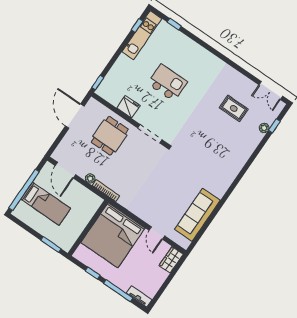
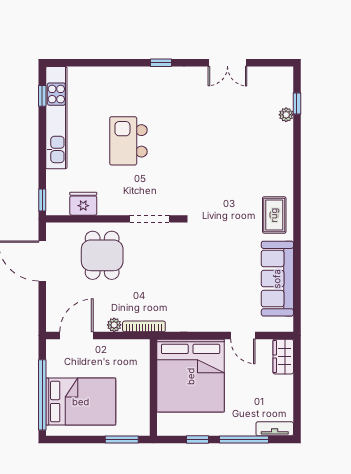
window: (174, 24) -> (161, 63), moved
kitchen unit: (142, 35) -> (56, 118), width x1.36
kitchen island: (168, 83) -> (128, 141), turned -90
double door: (271, 90) -> (227, 63), moved
fridge: (128, 107) -> (83, 204), moved
rug: (234, 108) -> (274, 215), moved, turned 90
door: (65, 170) -> (76, 335), swing flipped
bed: (46, 204) -> (81, 402), width x1.50

